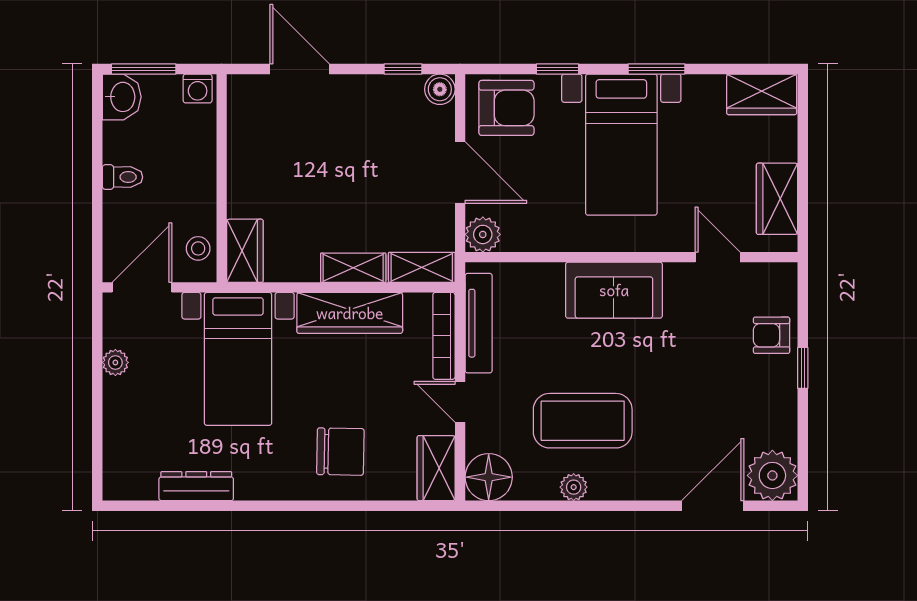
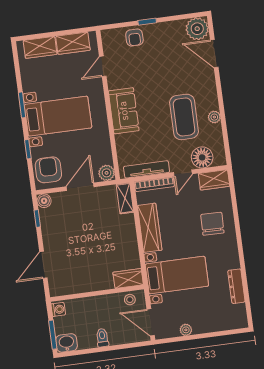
wardrobe: (762, 94) -> (40, 47), moved, turned 90
shelving: (353, 268) -> (129, 229), removed
floor lamp: (489, 477) -> (202, 157), moved

